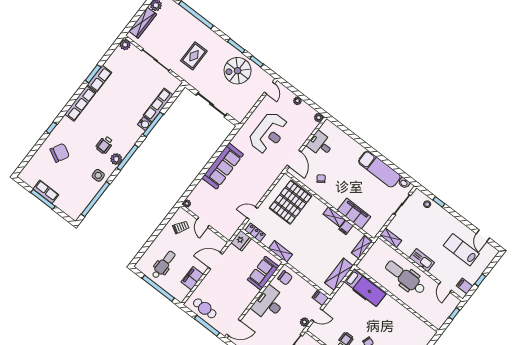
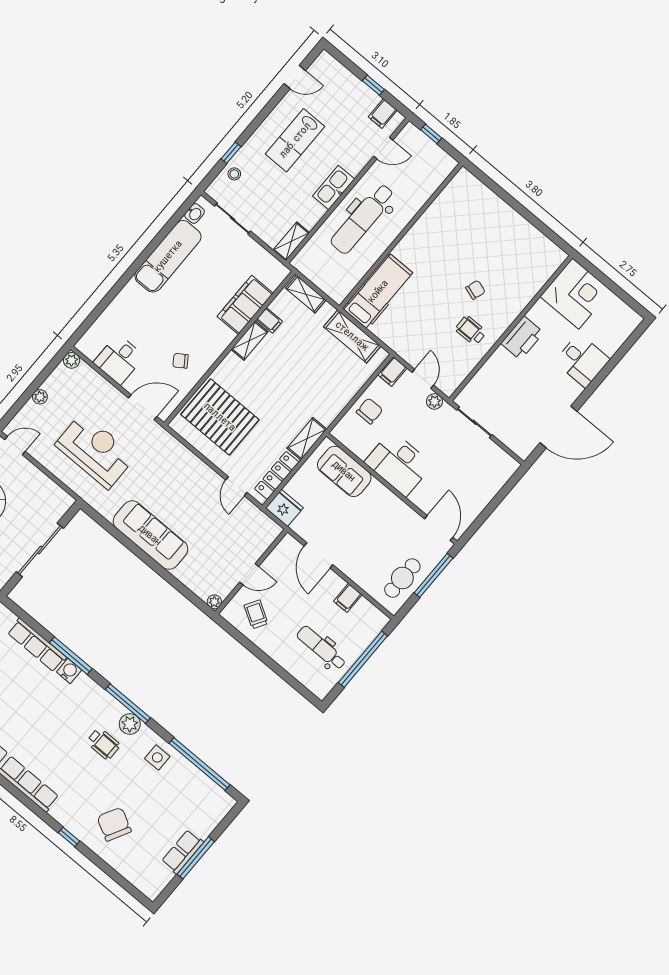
locker: (255, 232) -> (277, 475), width x1.53
lab bench: (461, 250) -> (295, 140), moved
filing cabinet: (192, 278) -> (348, 598), width x0.50
chair: (285, 278) -> (369, 411), moved

